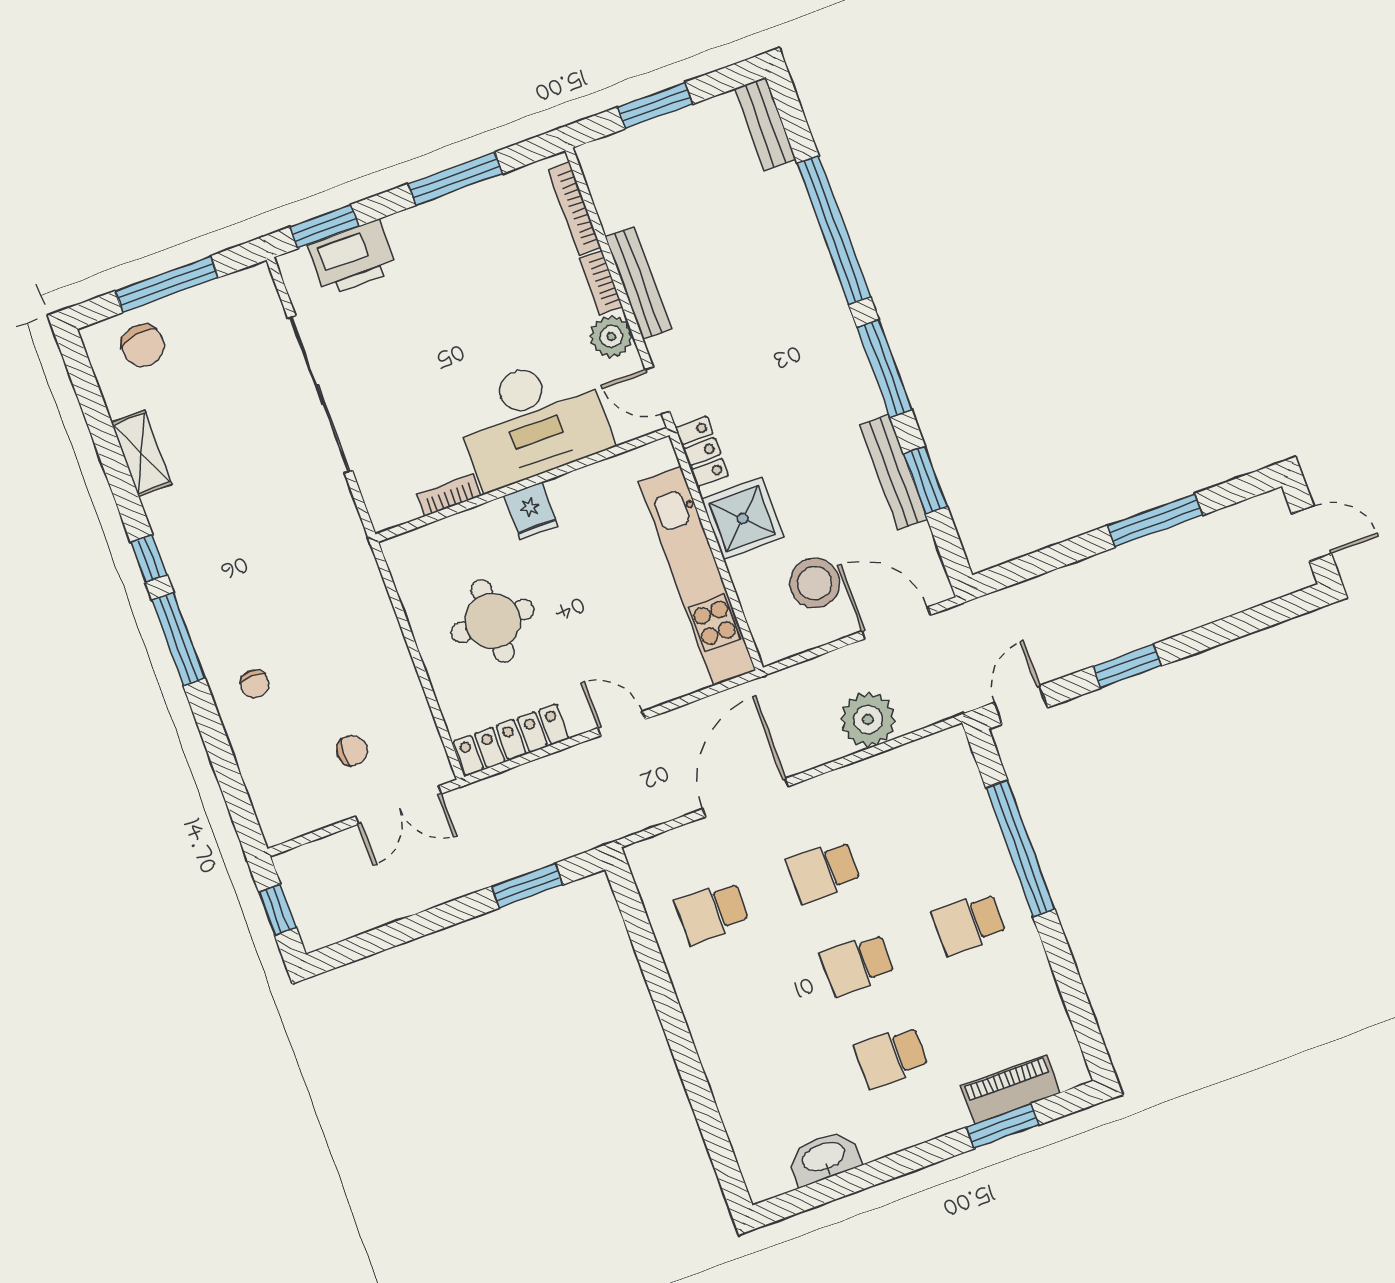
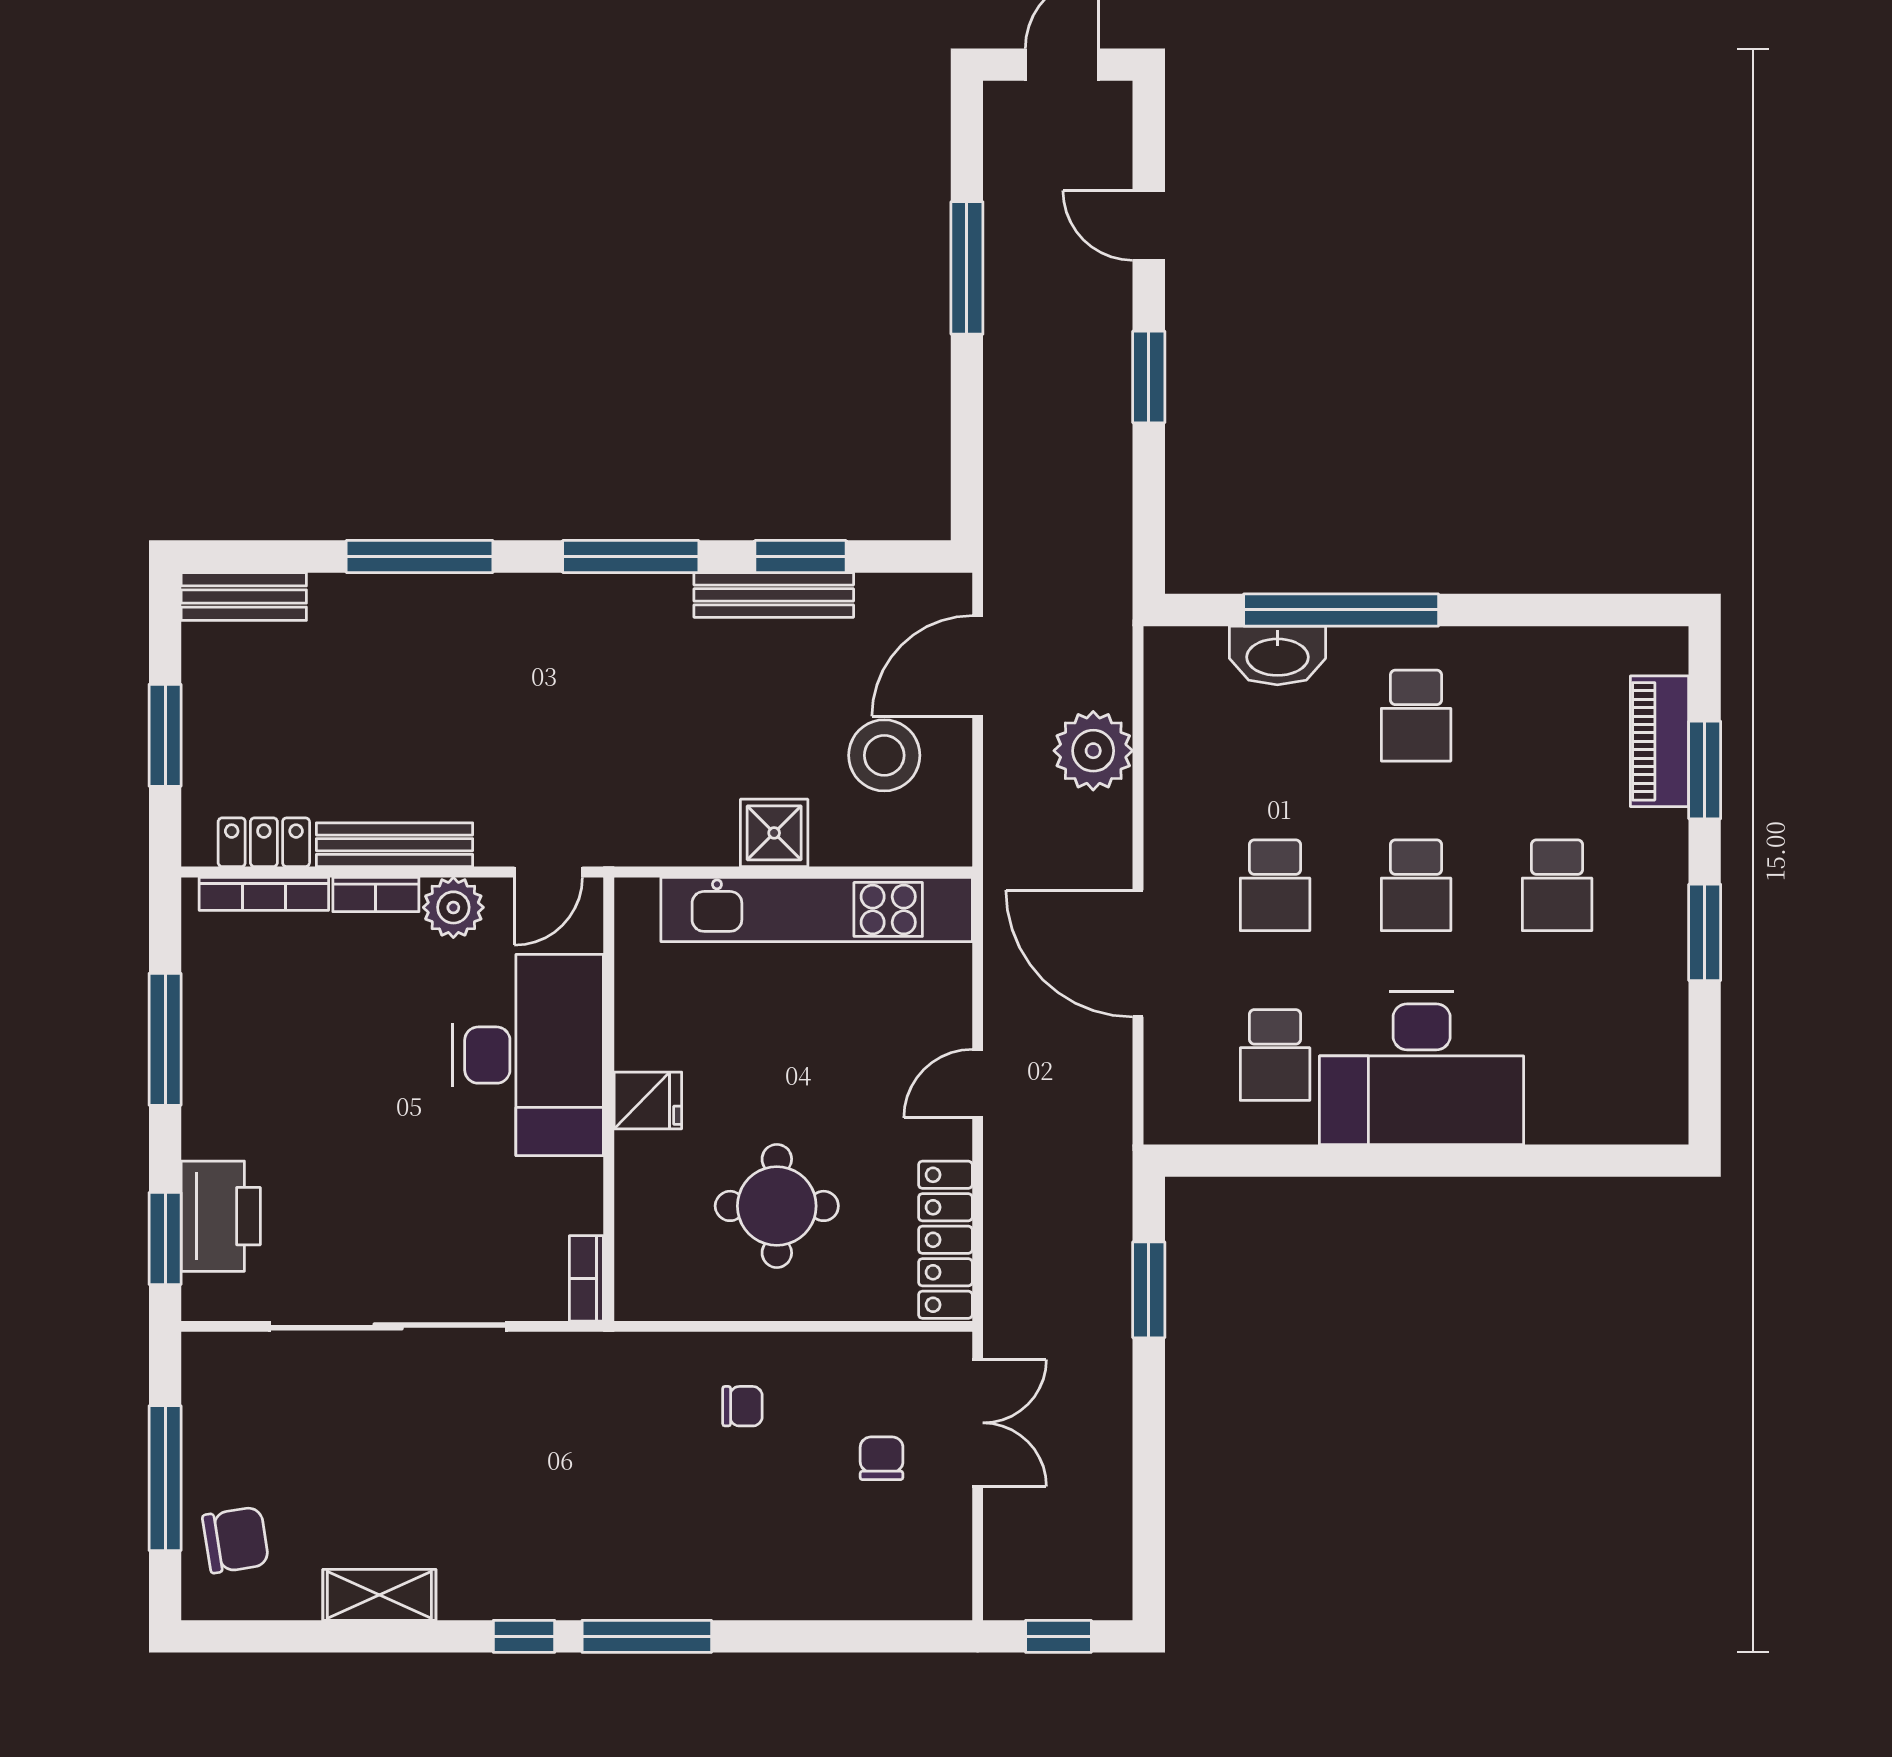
window: (834, 230) -> (420, 557), width x0.68
locker: (702, 452) -> (264, 842), moved
bookcase: (449, 495) -> (586, 1278), moved
shower: (742, 518) -> (774, 833), width x0.73, depth x0.73
chair: (255, 684) -> (742, 1406), moved
door: (1021, 705) -> (1149, 225), moved
desk: (738, 1012) -> (1422, 1068), added
washbasin: (824, 1158) -> (1277, 655), moved, turned -90
window: (896, 1165) -> (1705, 932), added

